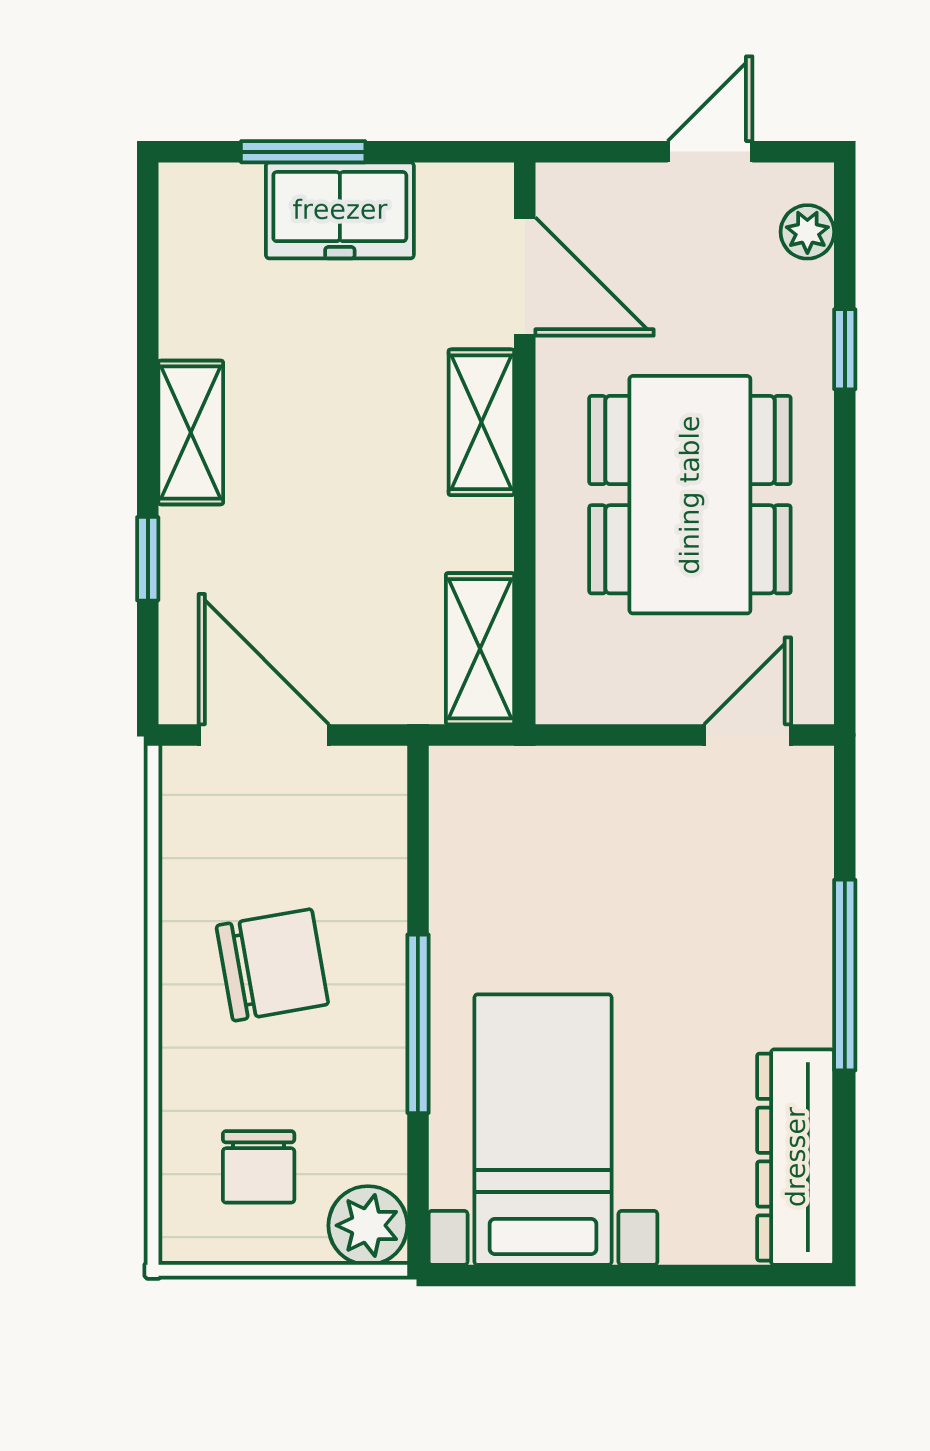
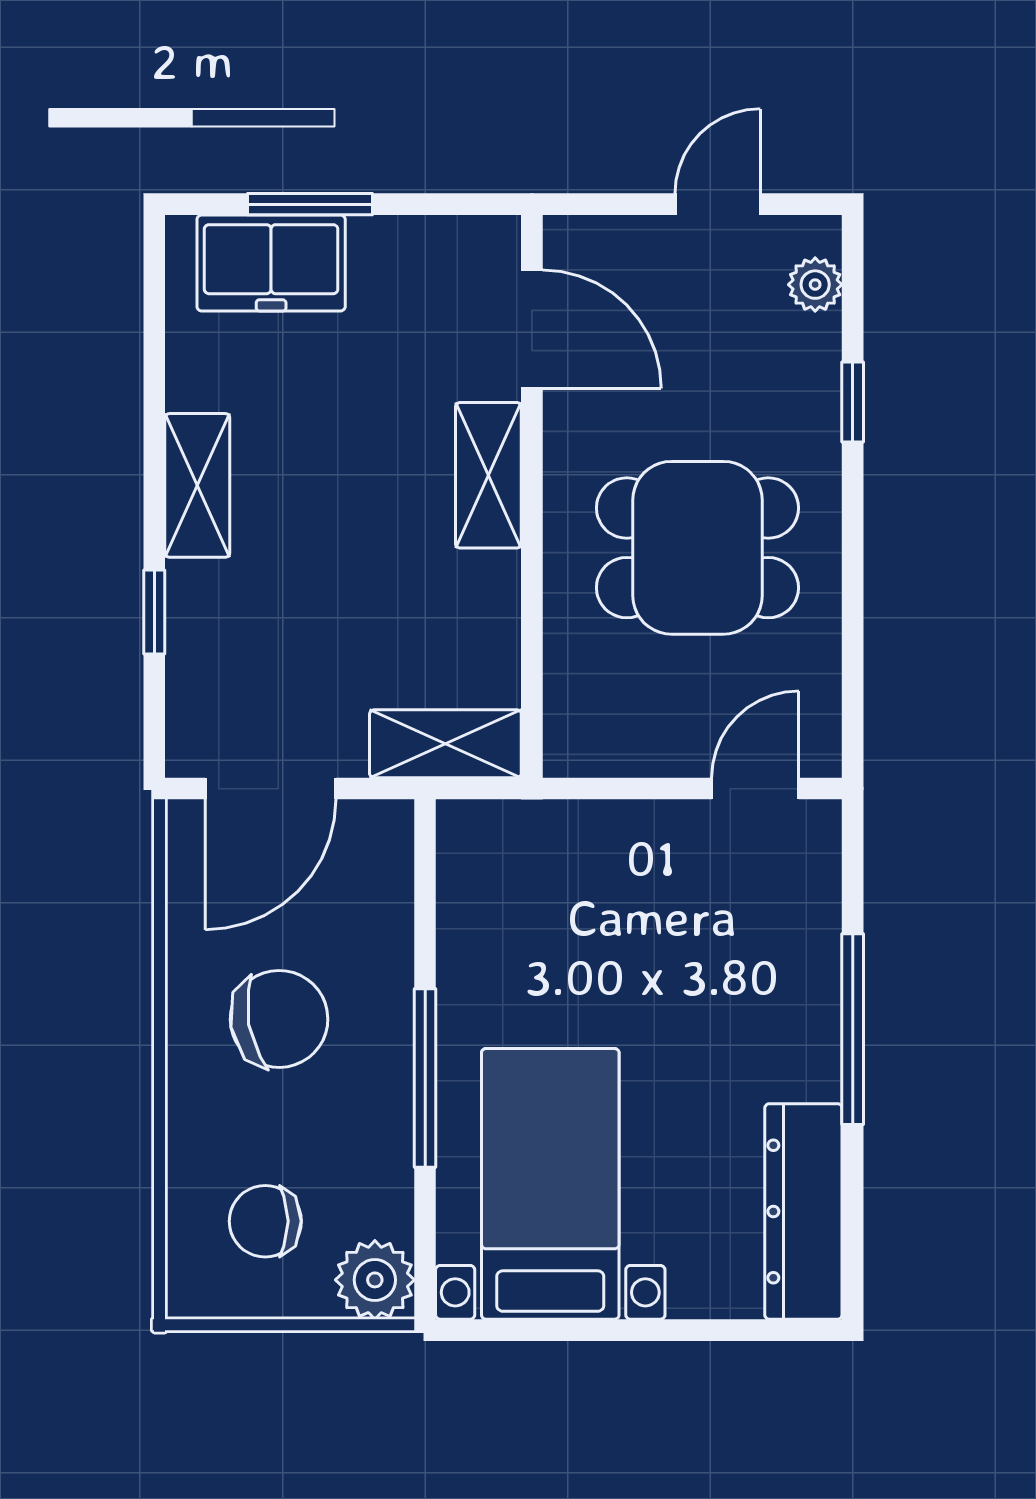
freezer: (340, 210) -> (271, 263), moved
dining table: (690, 495) -> (697, 548), width x0.73
shelving: (480, 649) -> (445, 744), moved, turned 90
door: (264, 735) -> (270, 789), swing flipped
chair: (259, 1167) -> (265, 1221), turned 90

